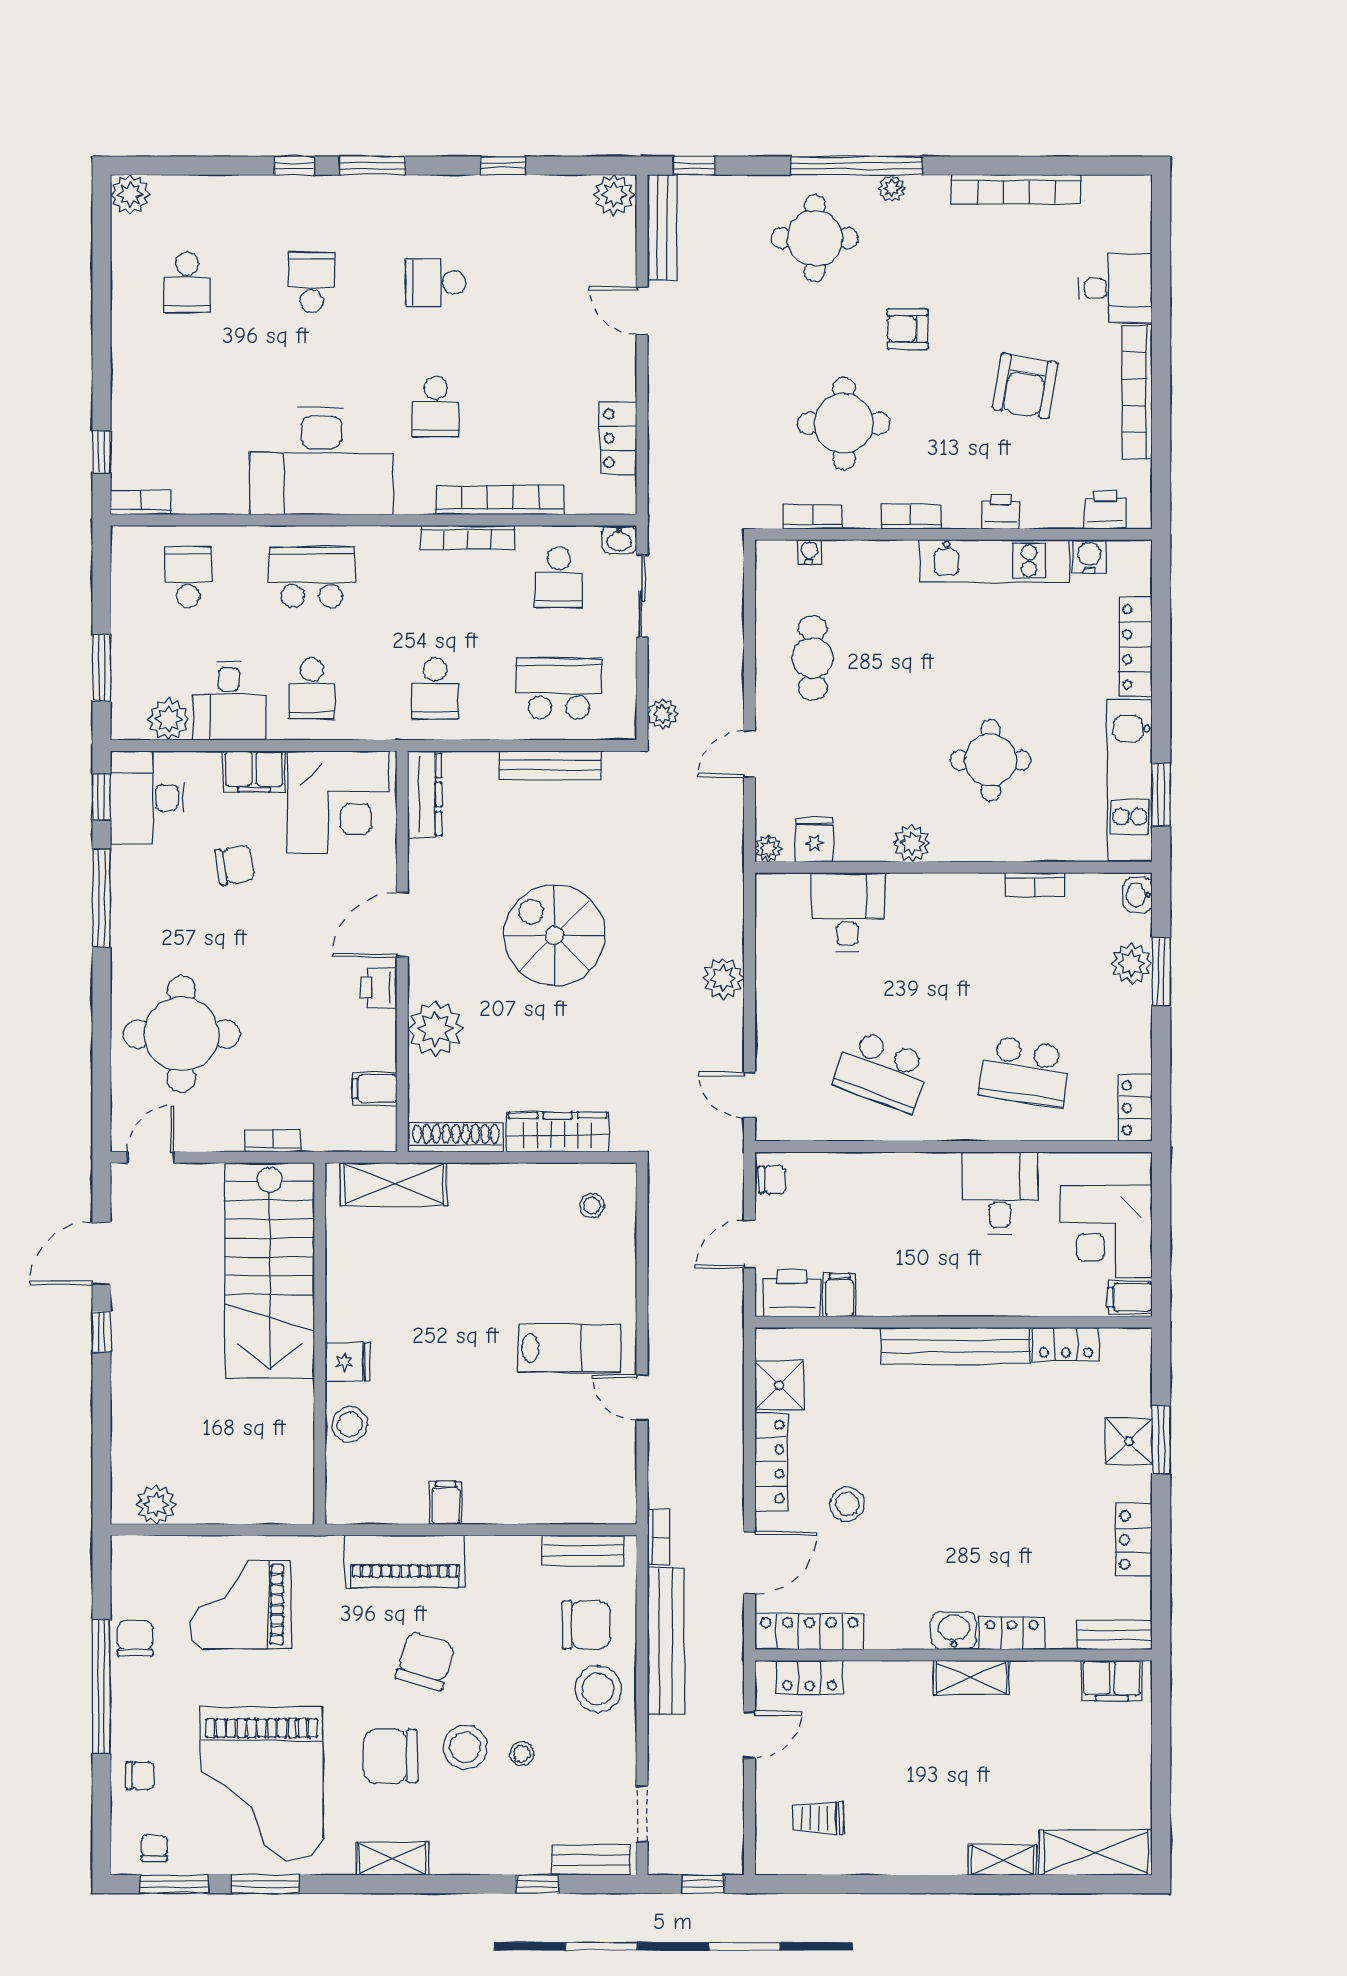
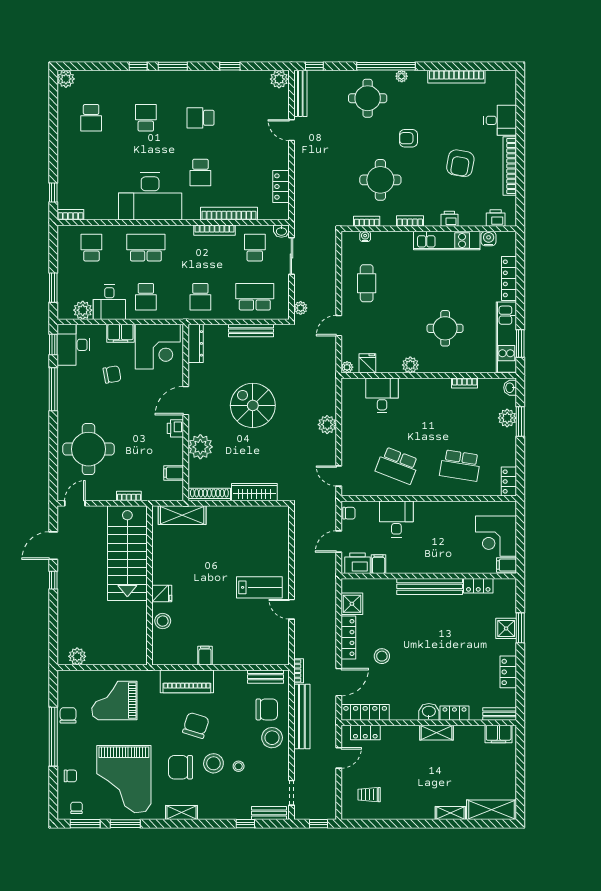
school desk: (559, 577) -> (255, 248), turned 180
desk: (1000, 1193) -> (396, 519), moved
stool: (592, 1206) -> (269, 525), removed

